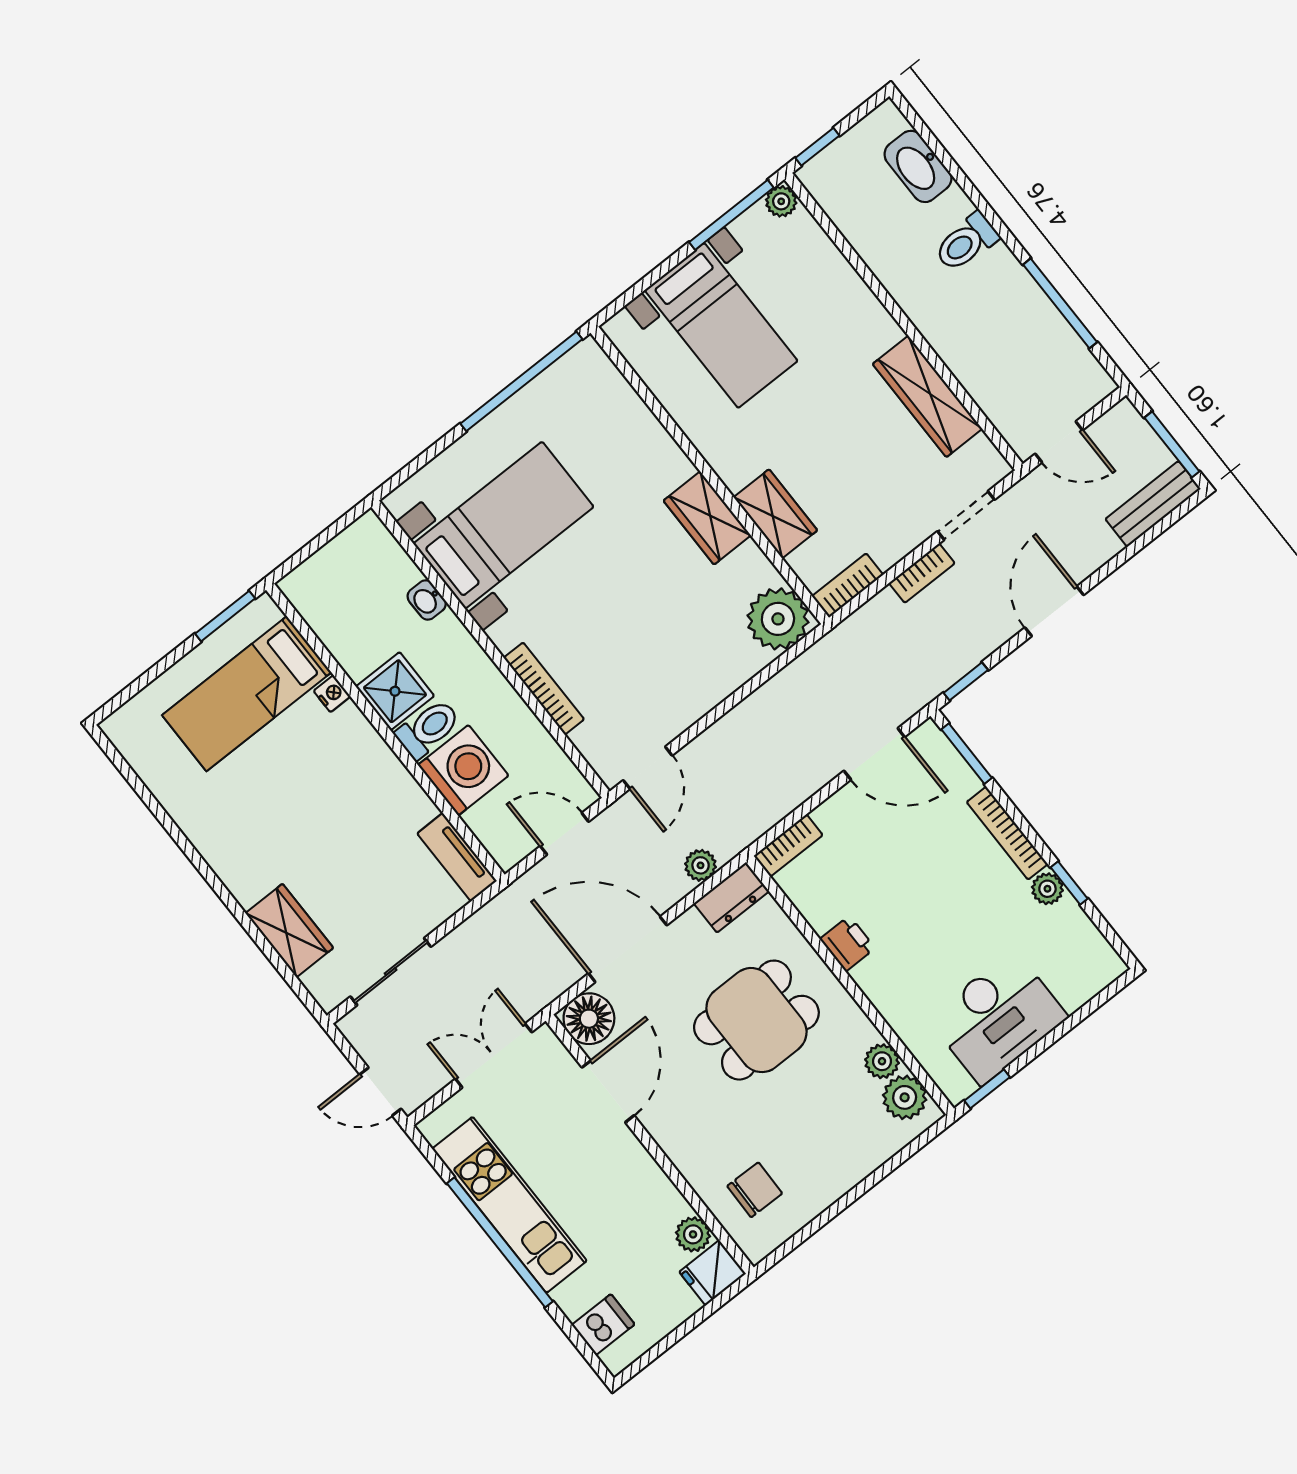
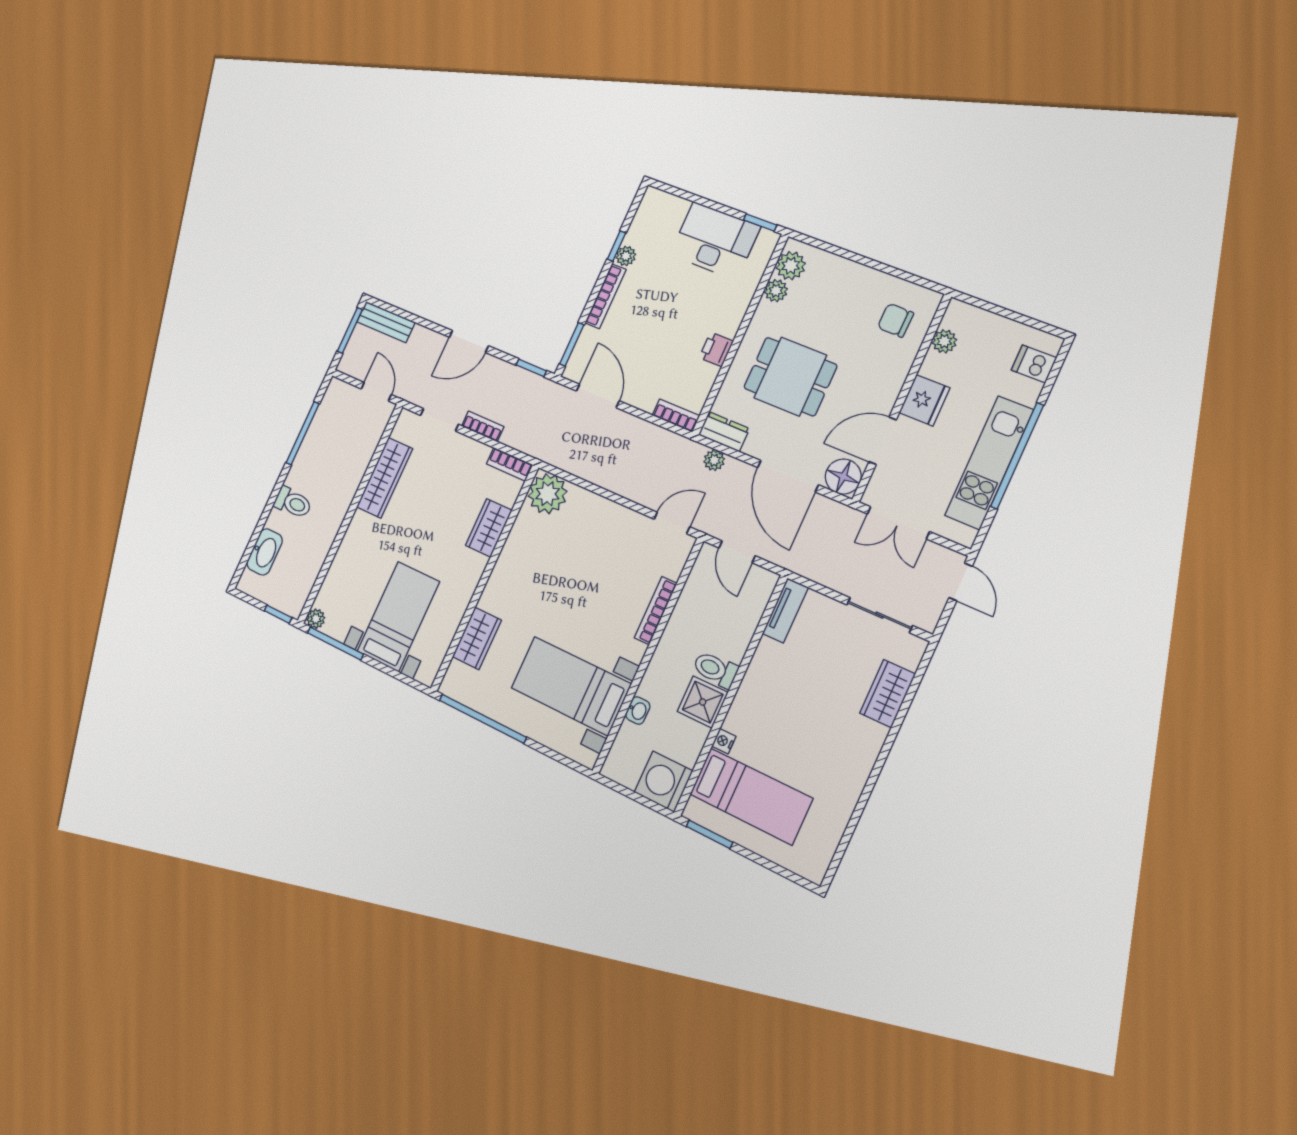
wardrobe: (707, 518) -> (477, 638), moved
washing machine: (463, 770) -> (663, 782), moved
fridge: (713, 1273) -> (925, 400), moved, width x1.38

